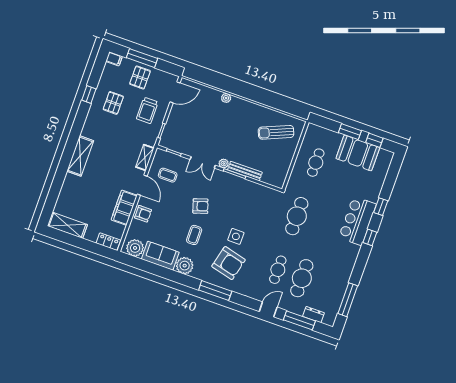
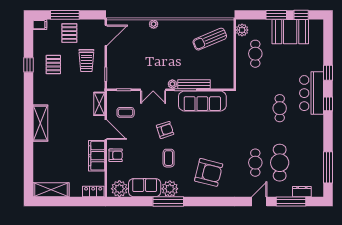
plant: (311, 135) -> (242, 30), added
sofa: (247, 191) -> (202, 101), added
cafe table: (297, 216) -> (280, 108), moved, width x0.73, depth x0.74
side table: (236, 236) -> (207, 146), removed
window: (215, 291) -> (168, 201), moved

